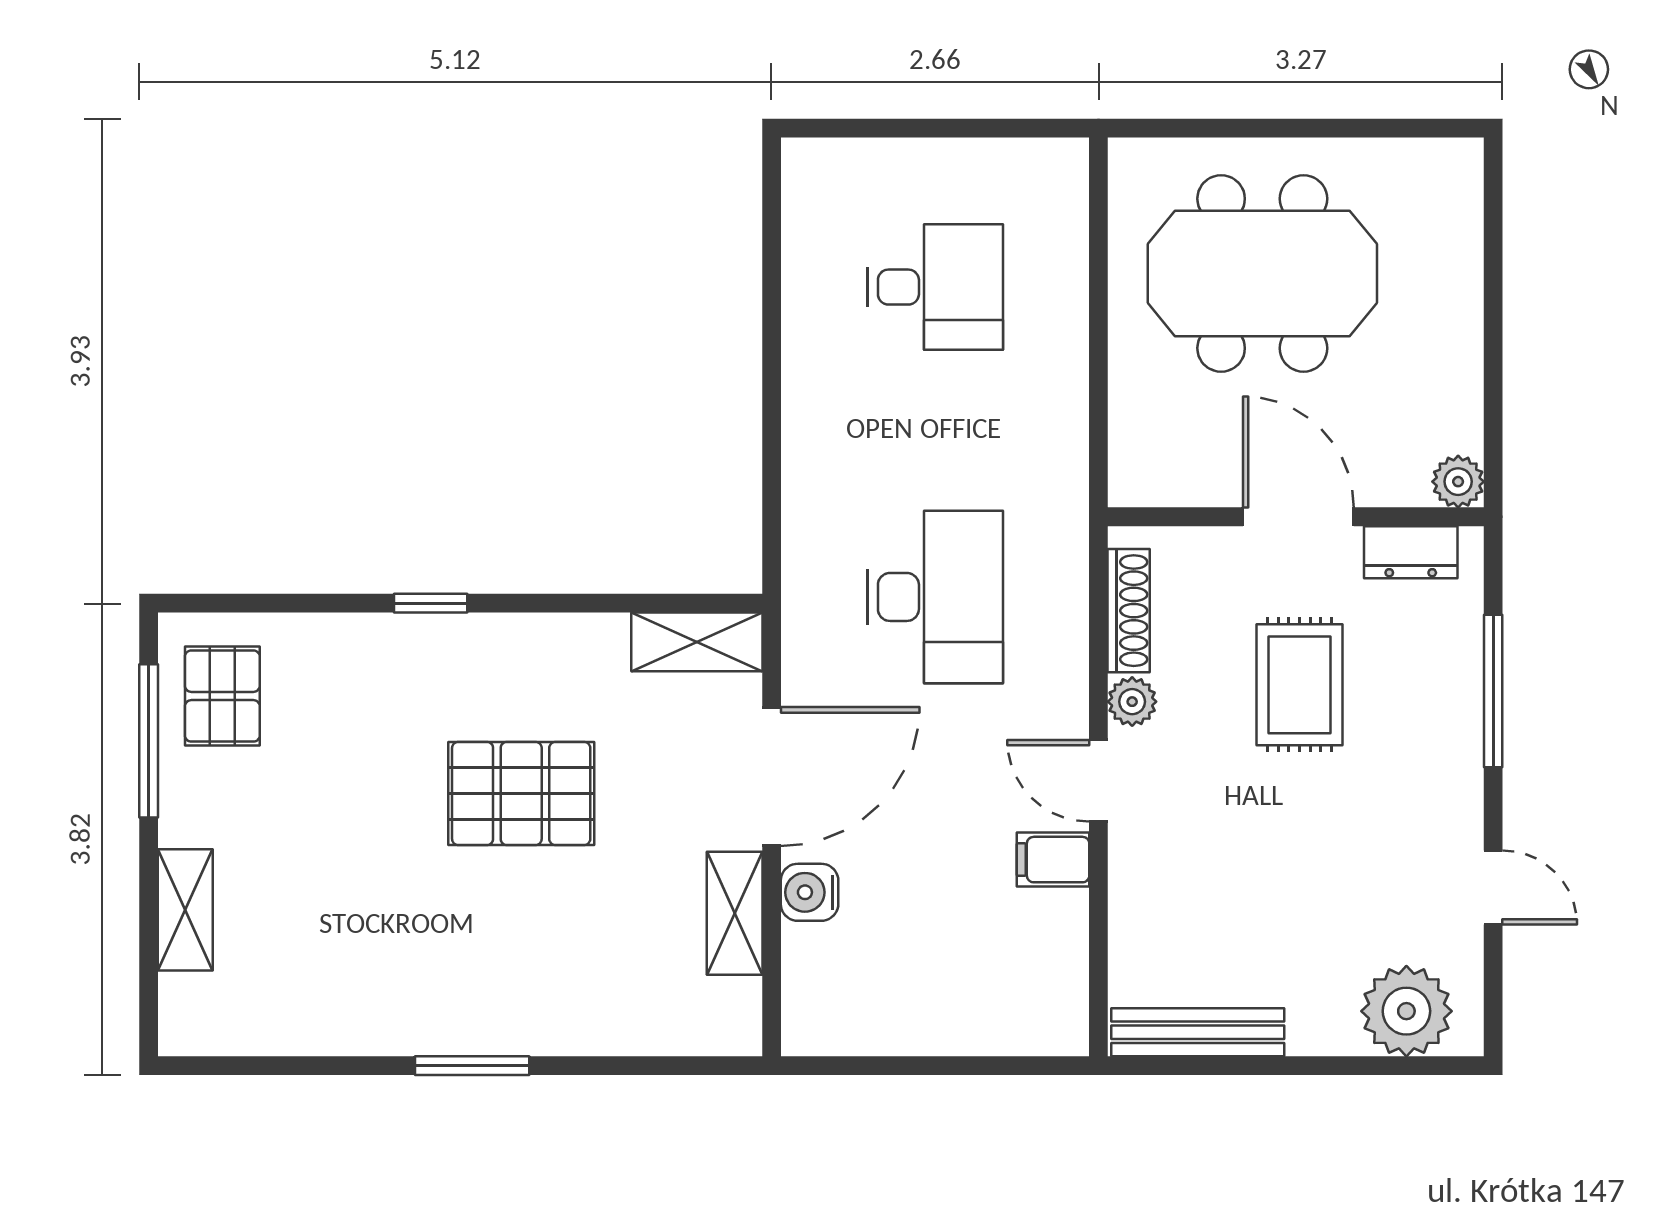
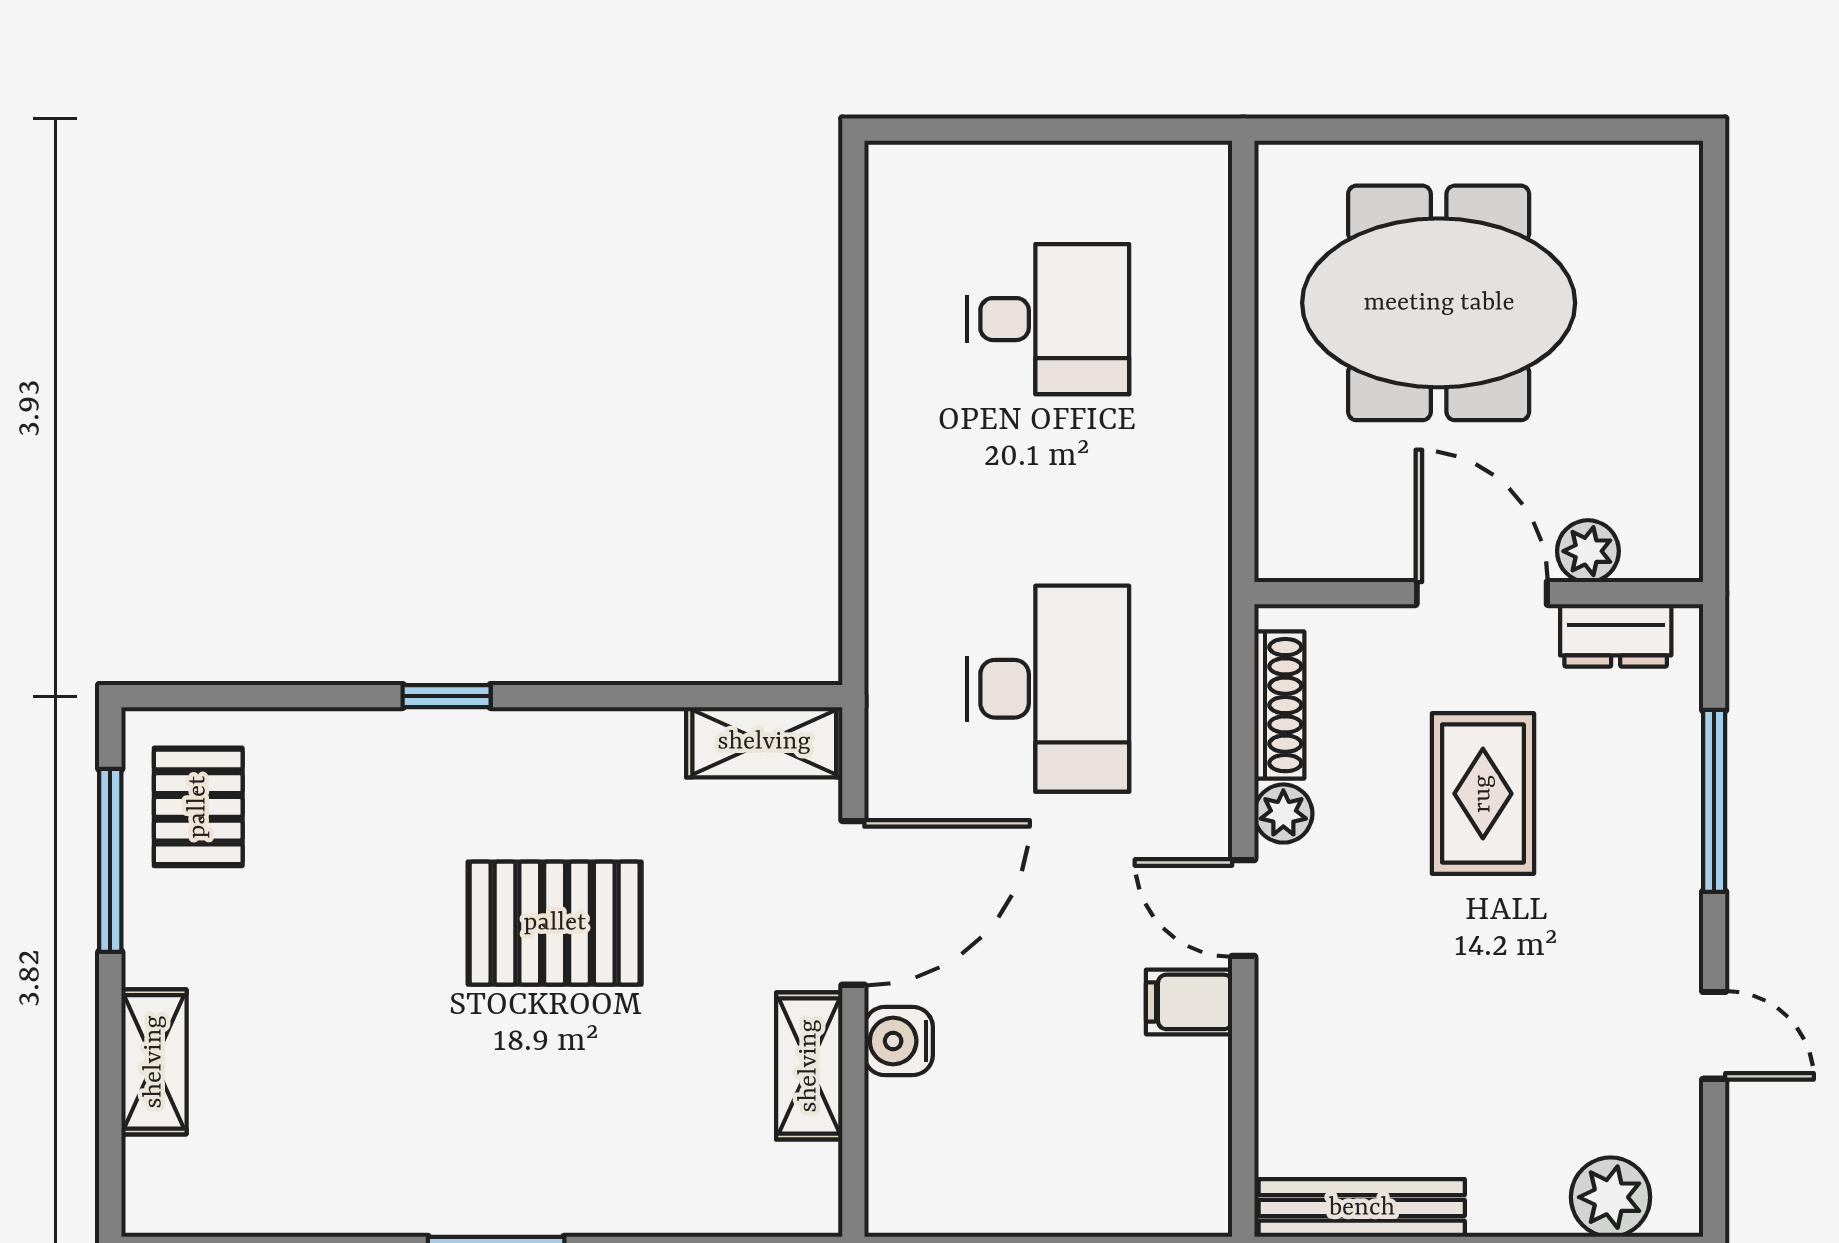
plant: (1458, 482) -> (1588, 551), moved
plant: (1406, 1011) -> (1611, 1197), width x0.73, depth x0.73

